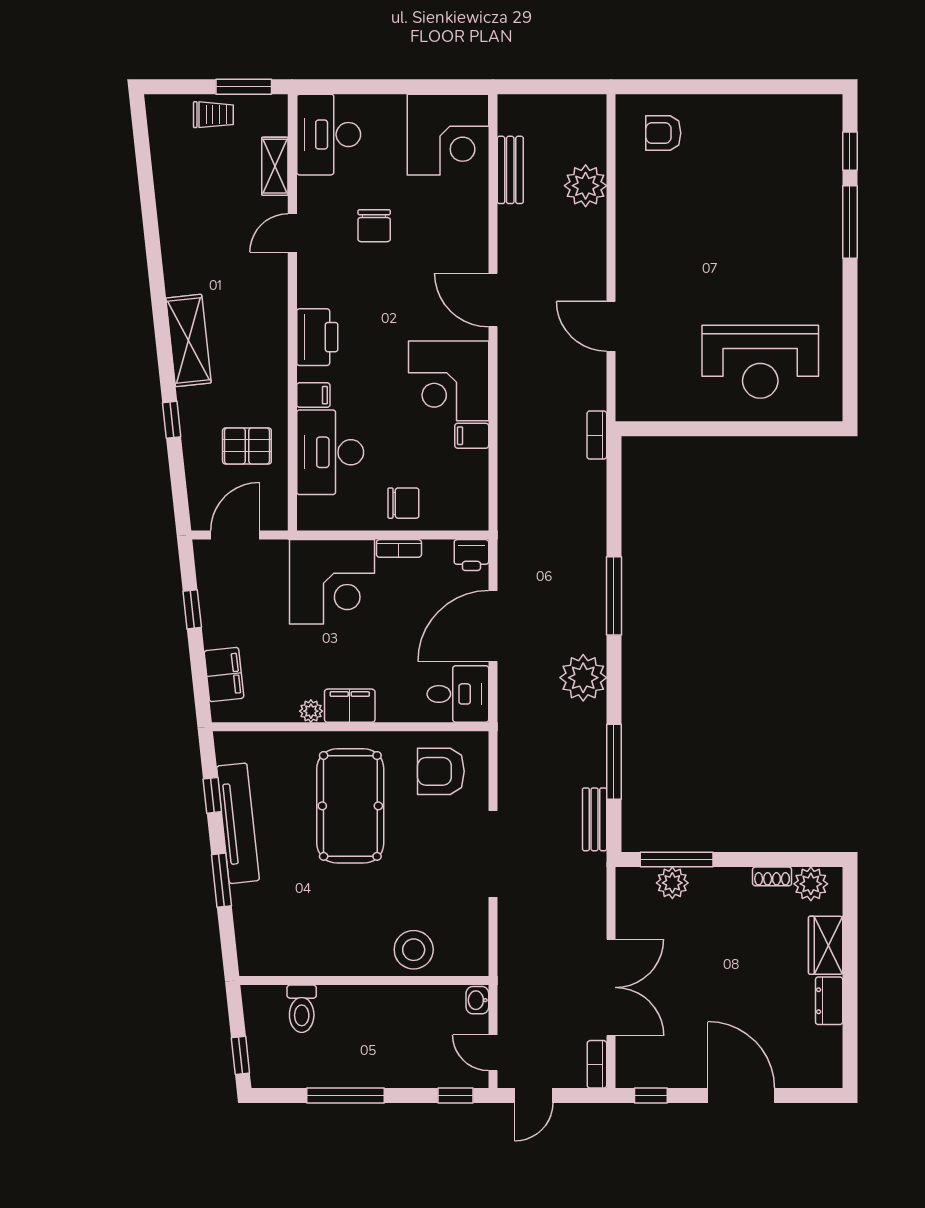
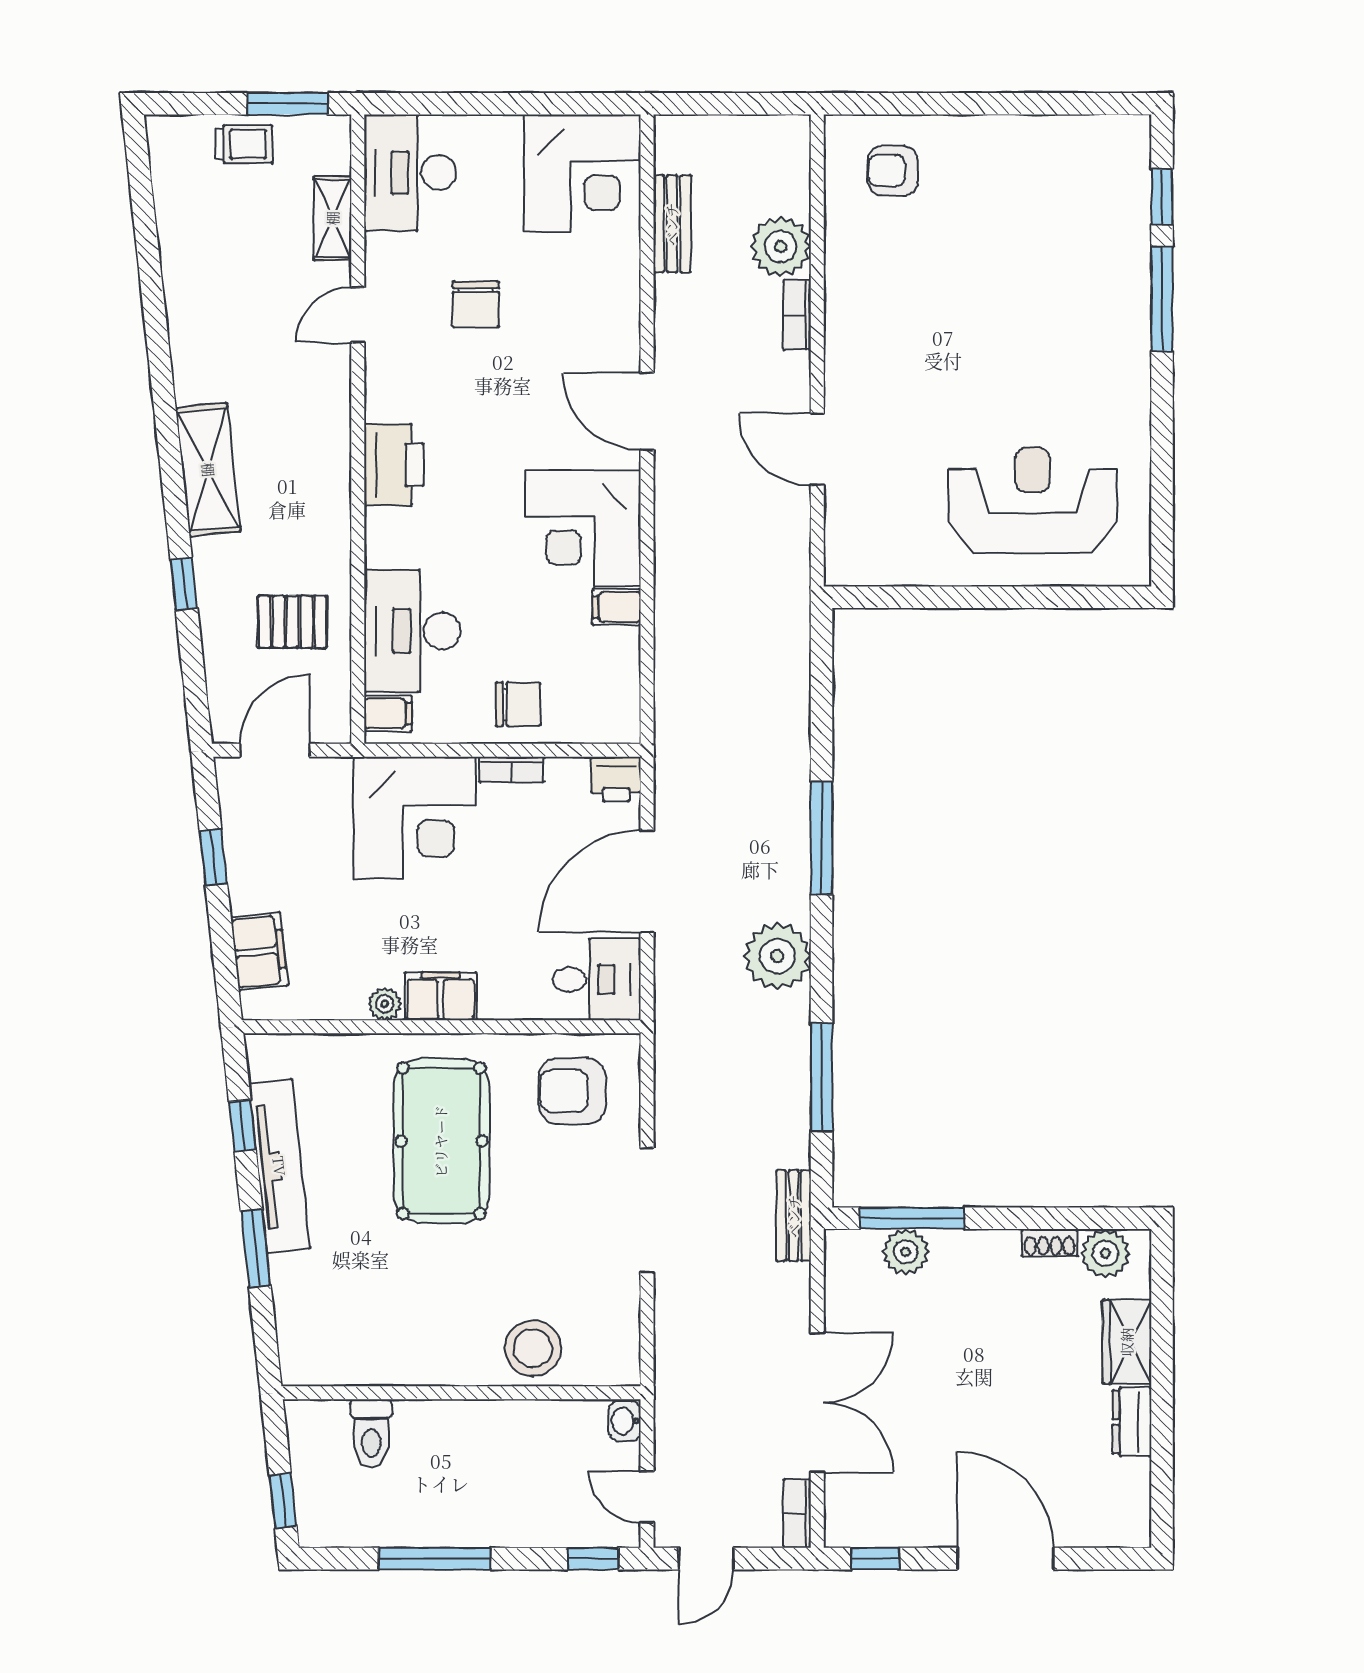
reception desk: (760, 362) -> (1033, 500), turned 180
filing cabinet: (313, 395) -> (388, 713), moved
bookcase: (597, 435) -> (797, 315), moved
bench: (595, 819) -> (794, 1216), moved

